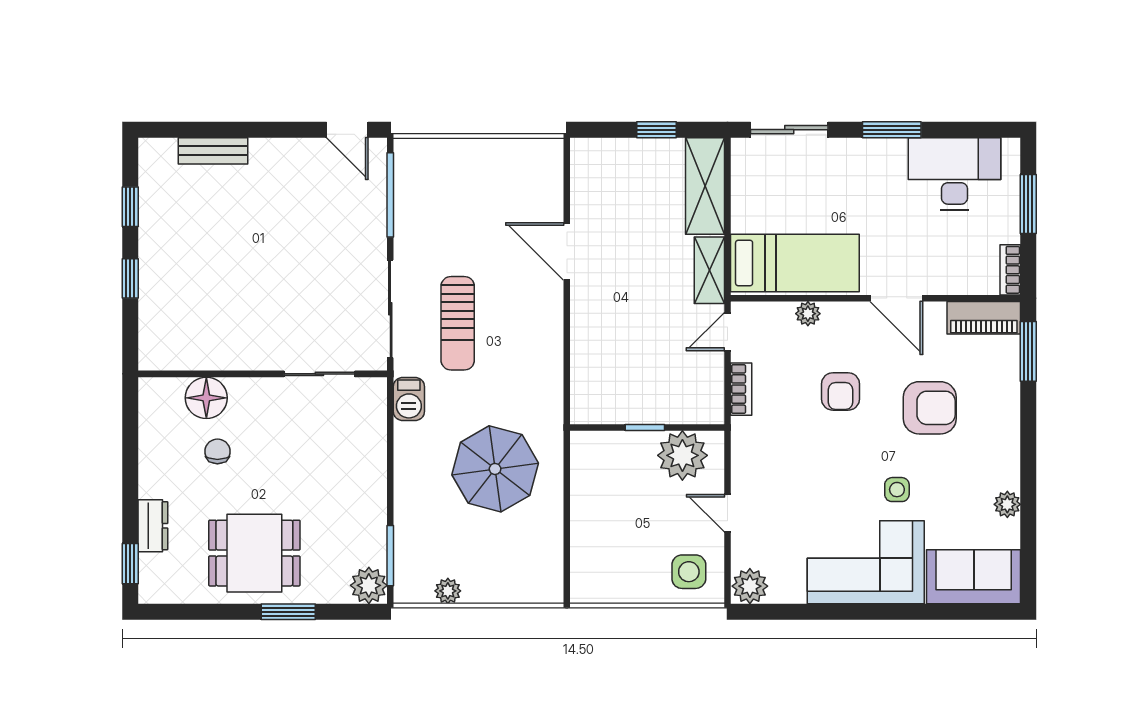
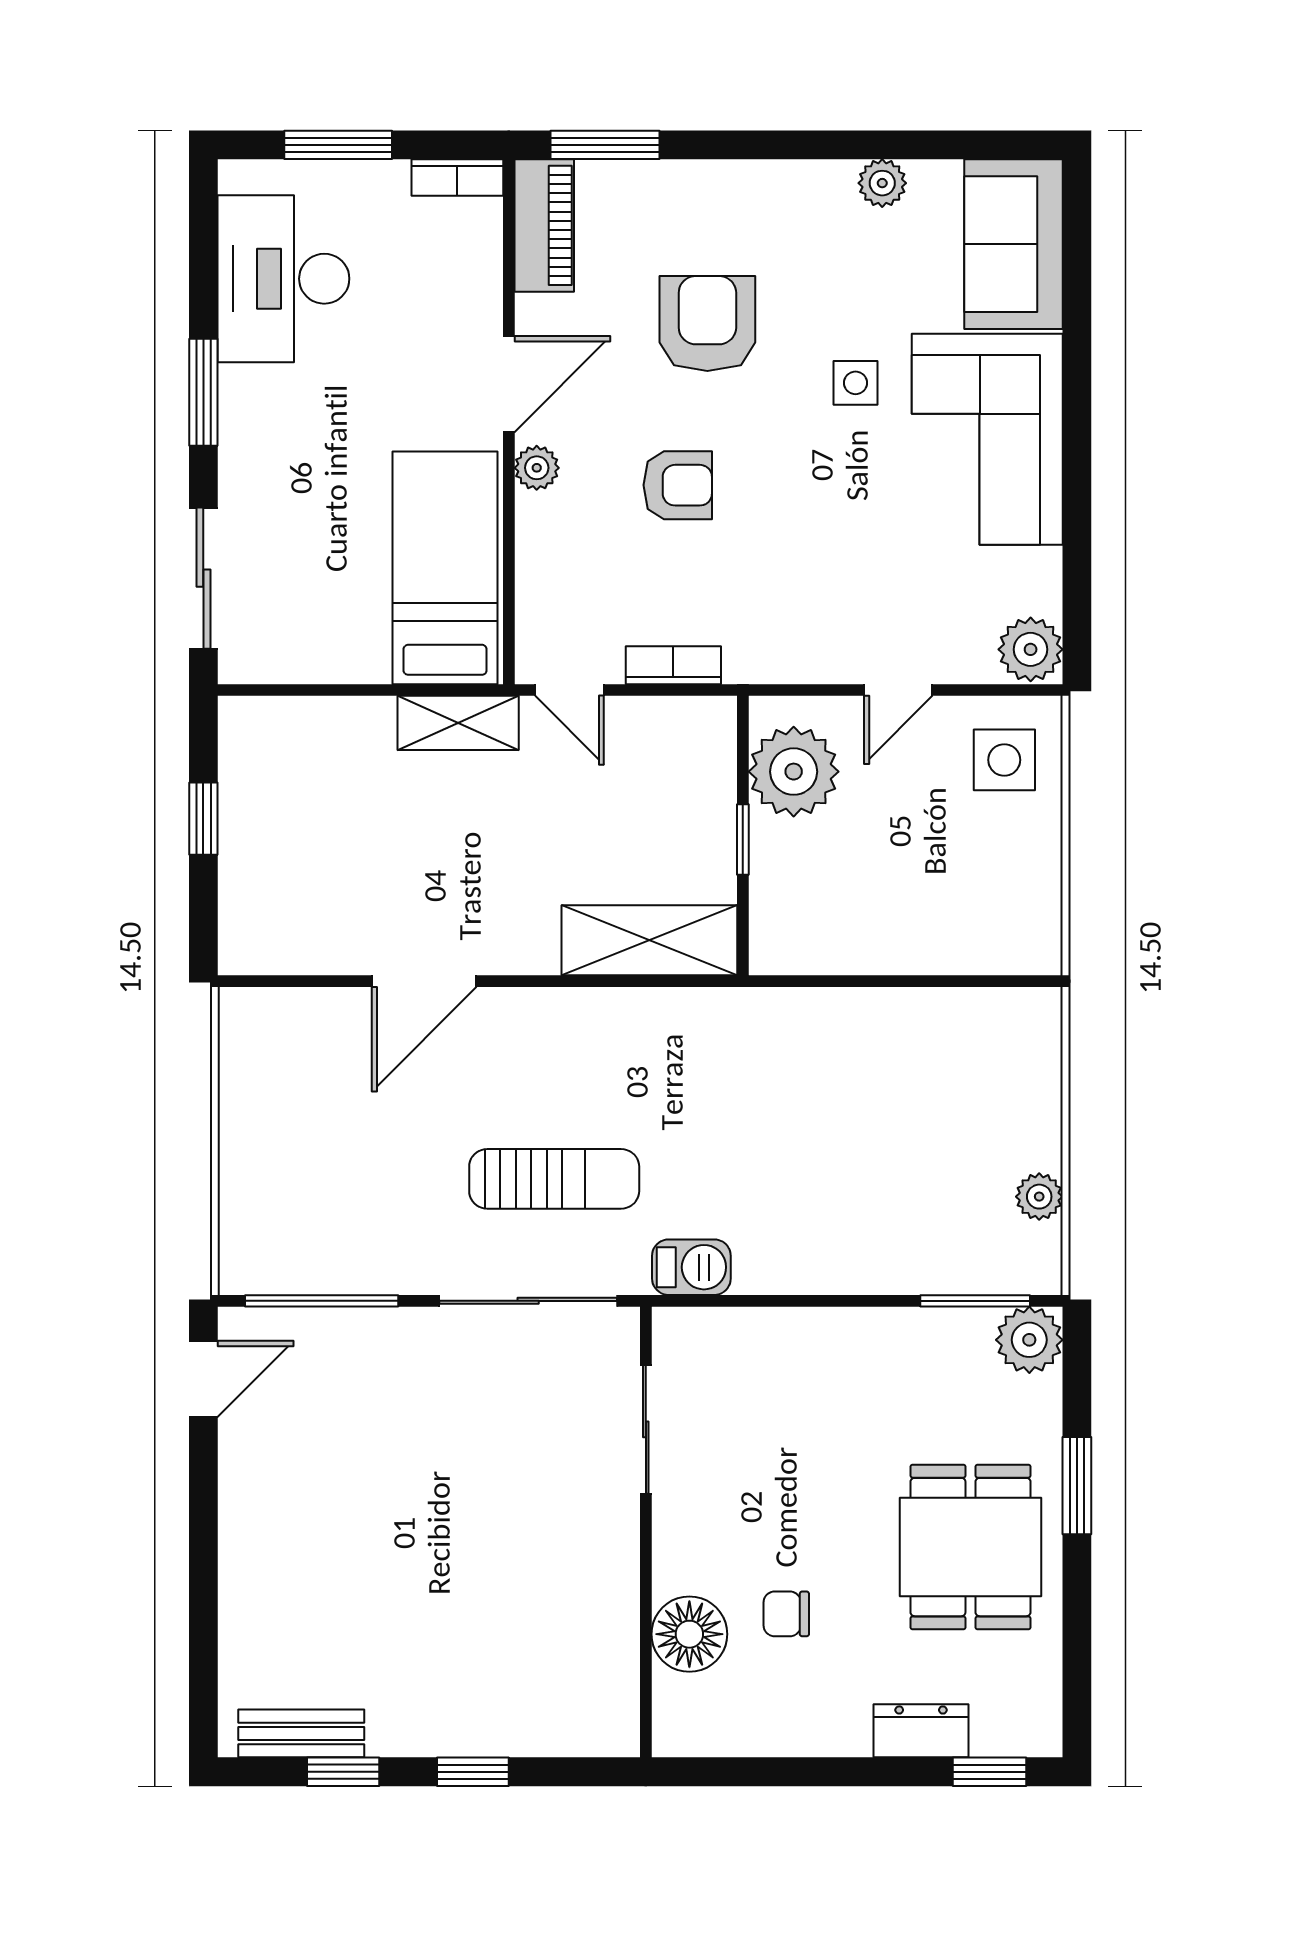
bench: (213, 151) -> (301, 1733), moved, turned 90
shelving: (705, 186) -> (649, 940), moved
plant: (808, 314) -> (537, 468), moved
parasol: (495, 469) -> (818, 1111), removed

